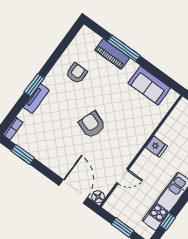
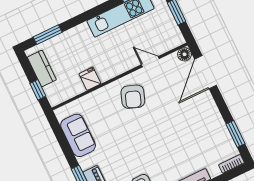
armchair: (92, 125) -> (133, 97), moved
fridge: (157, 147) -> (90, 79), moved

